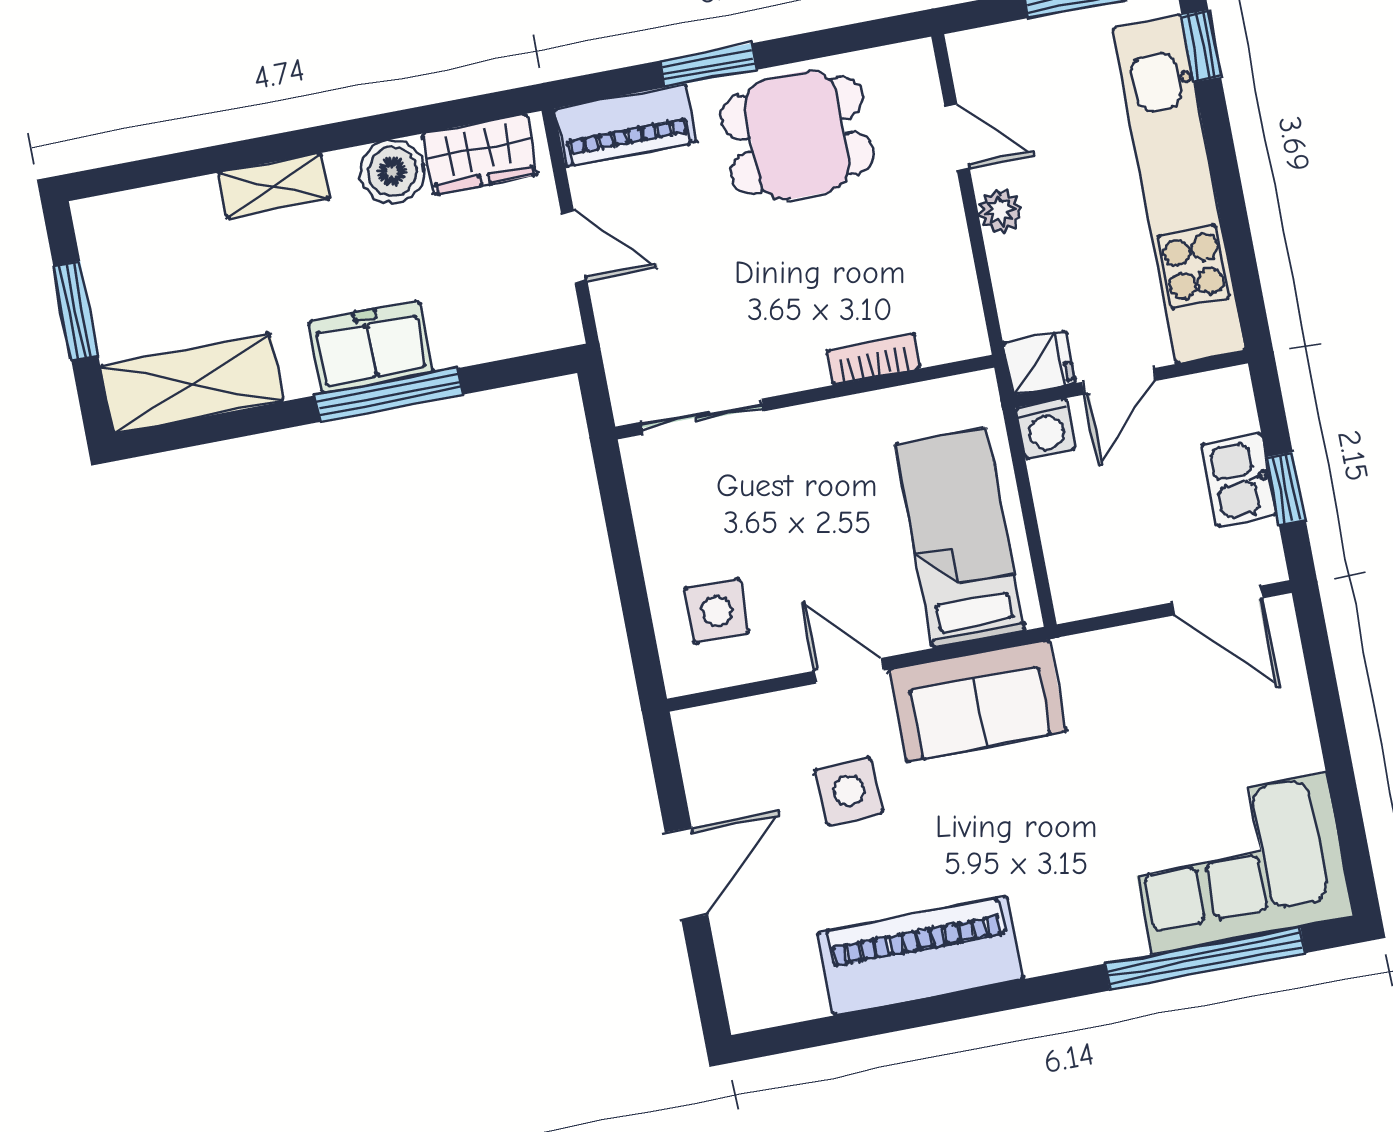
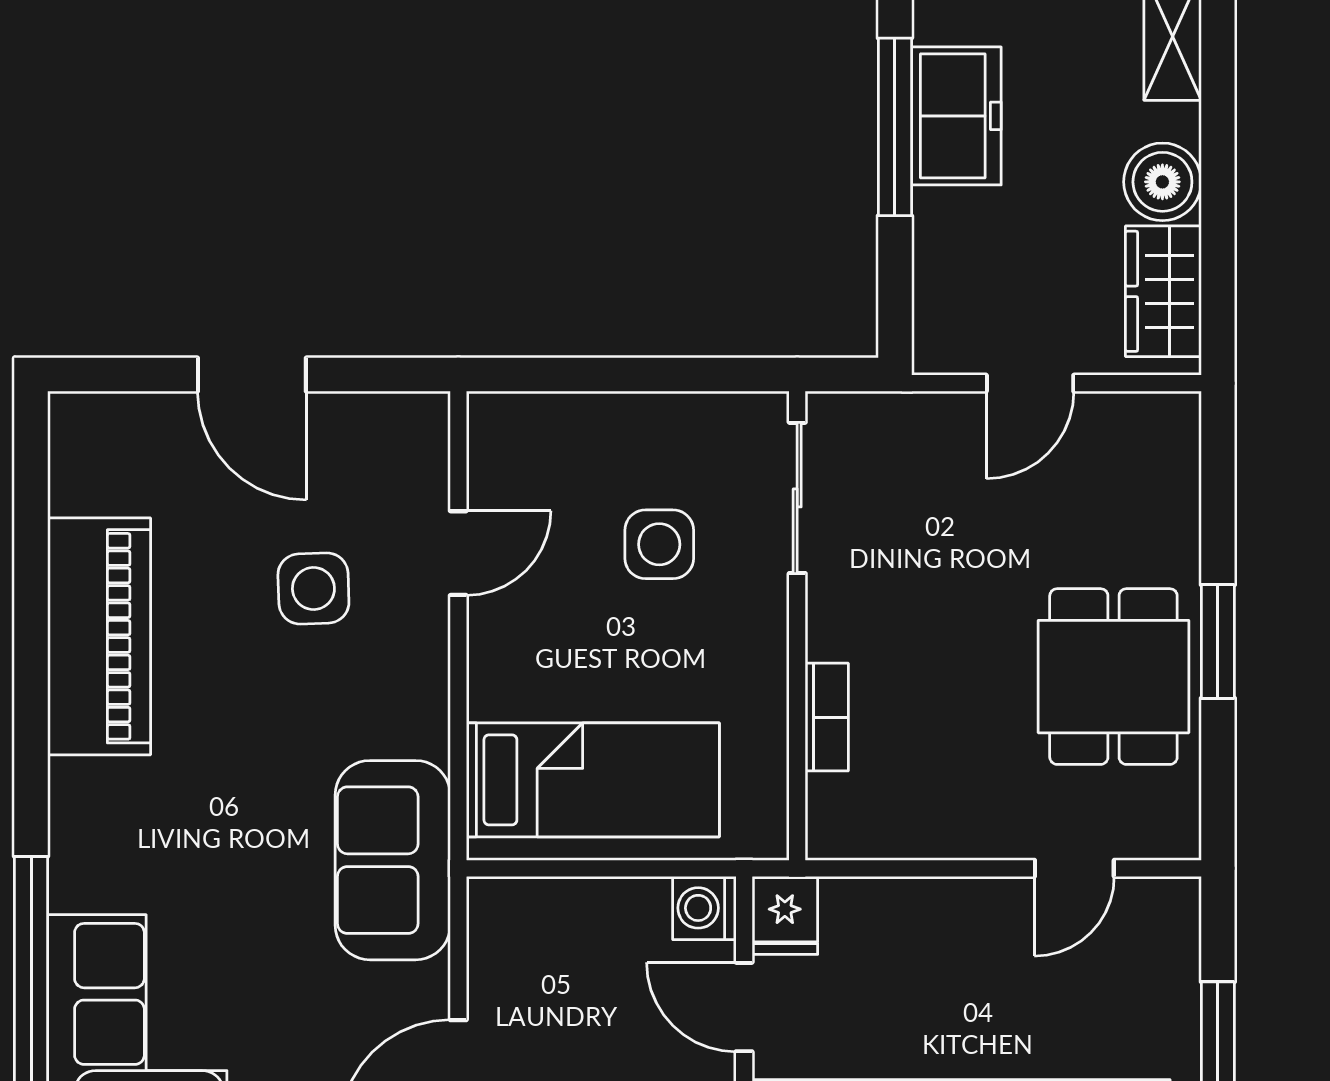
window: (708, 65) -> (1218, 641), moved
piano: (626, 125) -> (1165, 473), removed
plant: (1000, 211) -> (976, 903), removed
side table: (717, 611) -> (659, 544), moved
door: (849, 671) -> (458, 553), moved
sofa: (978, 701) -> (393, 860), moved

